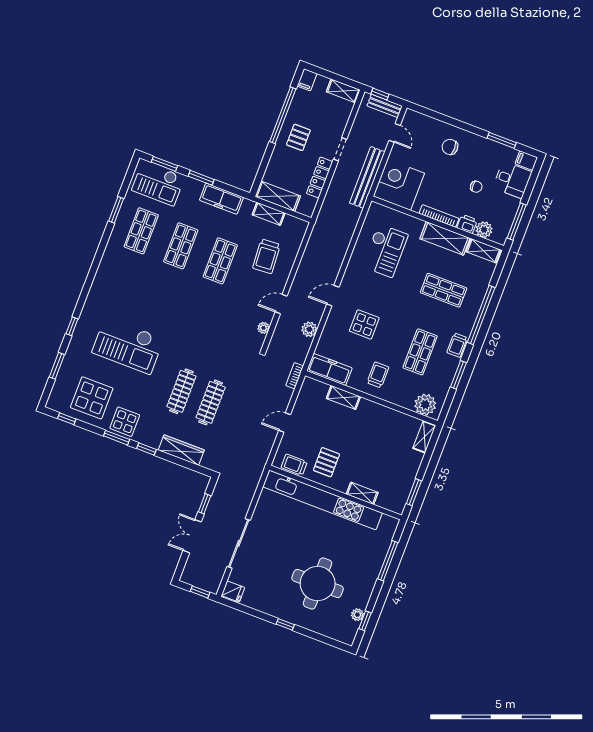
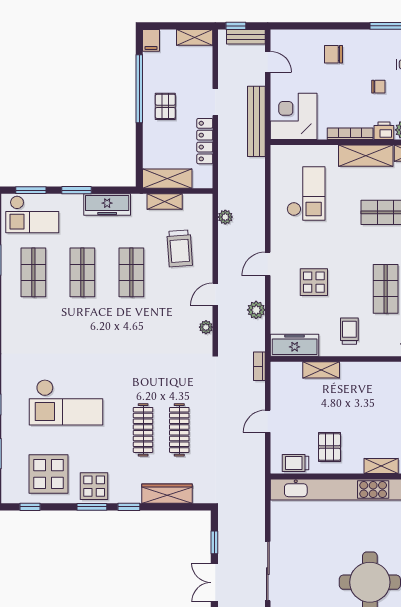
plant: (313, 245) -> (225, 217), added

